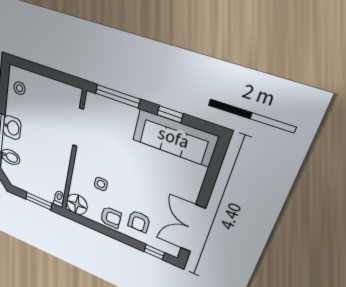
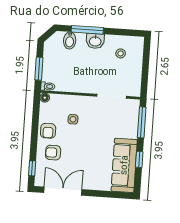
stool: (19, 88) -> (121, 53), moved
floor lamp: (77, 204) -> (45, 98), width x0.53, depth x0.53

